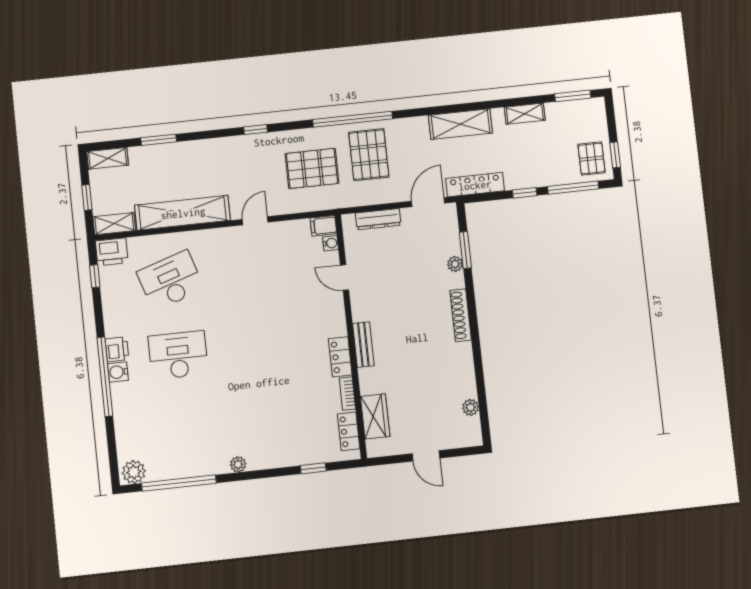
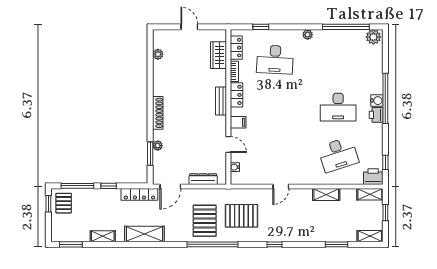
shelving: (183, 213) -> (326, 194), width x0.45, depth x0.75
filing cabinet: (324, 226) -> (238, 122), moved
desk: (286, 419) -> (275, 60), added

